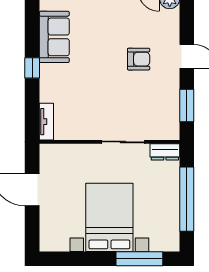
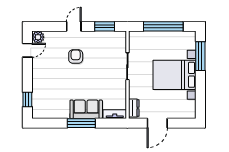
sofa: (54, 37) -> (86, 109), moved
window: (32, 68) -> (81, 123), width x2.17
dresser: (165, 152) -> (134, 108), moved

